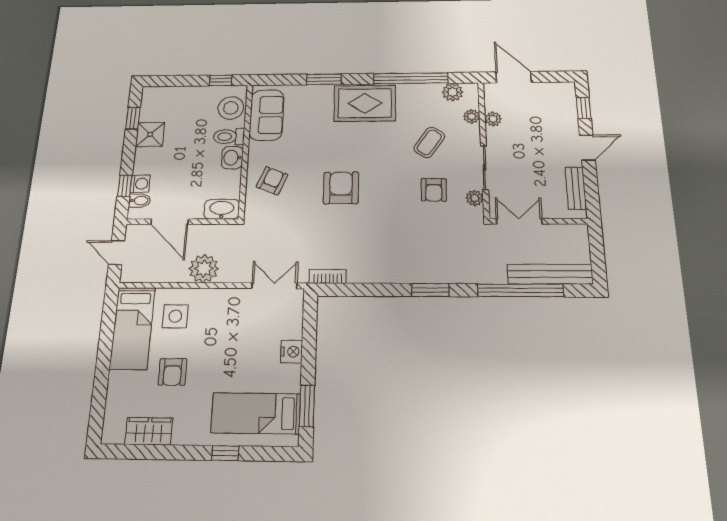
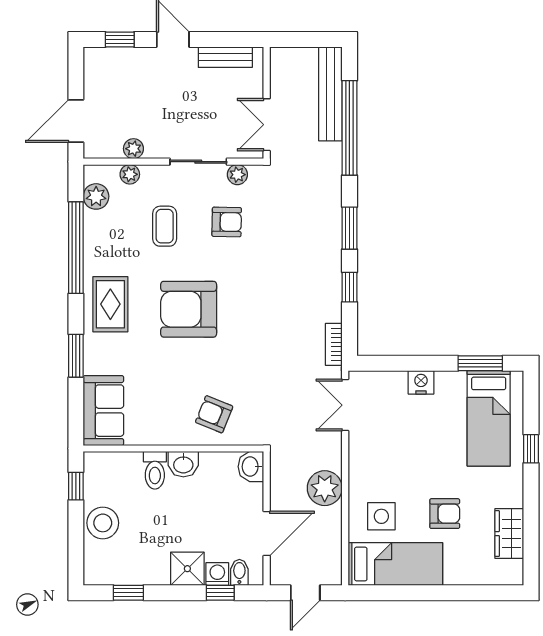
rug: (365, 103) -> (110, 304), width x0.73, depth x0.70
stool: (231, 108) -> (103, 523), moved
sofa: (267, 115) -> (103, 411), moved, turned 90
shower: (150, 134) -> (187, 569), moved
coffee table: (429, 142) -> (165, 226), turned 56
armchair: (341, 188) -> (189, 309), moved, width x1.36, depth x1.36
washbasin: (222, 209) -> (251, 467), width x0.72
window: (378, 290) -> (349, 287), added

